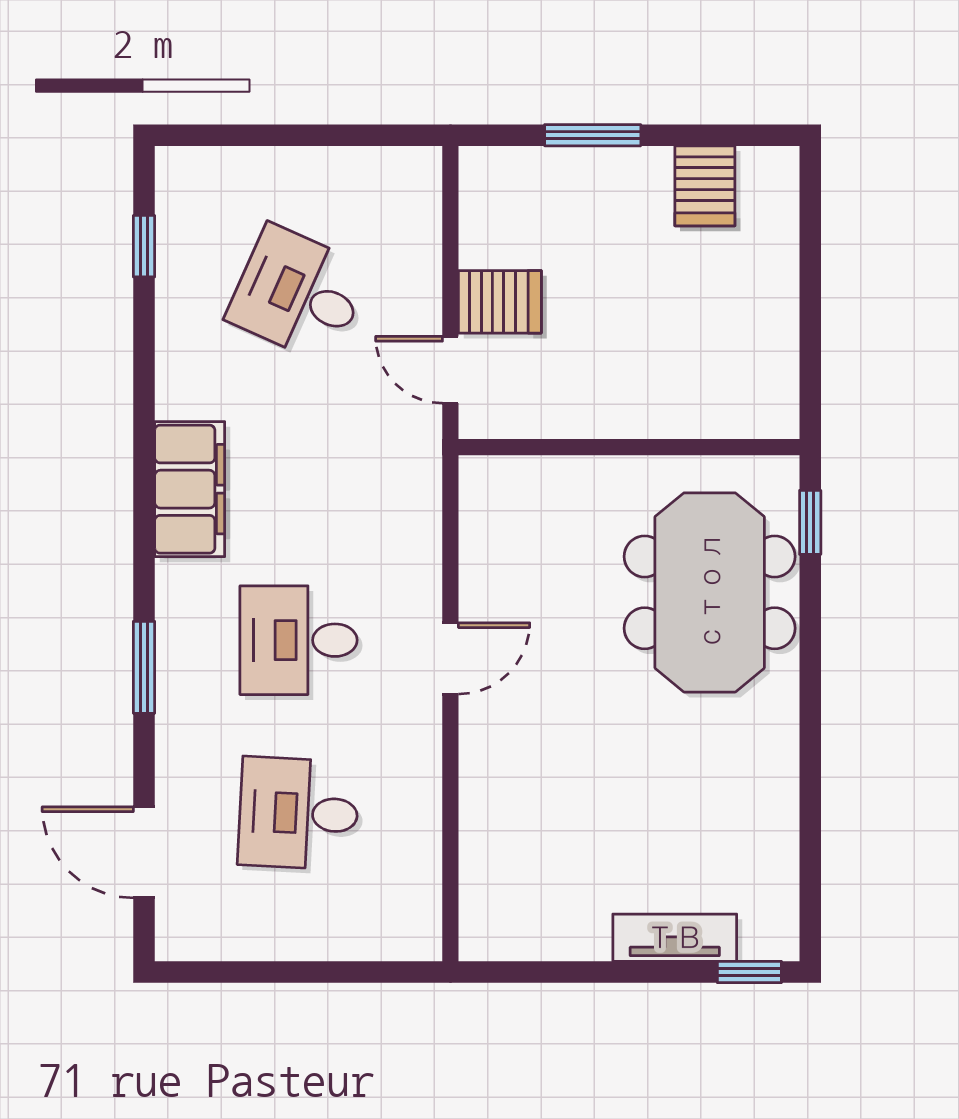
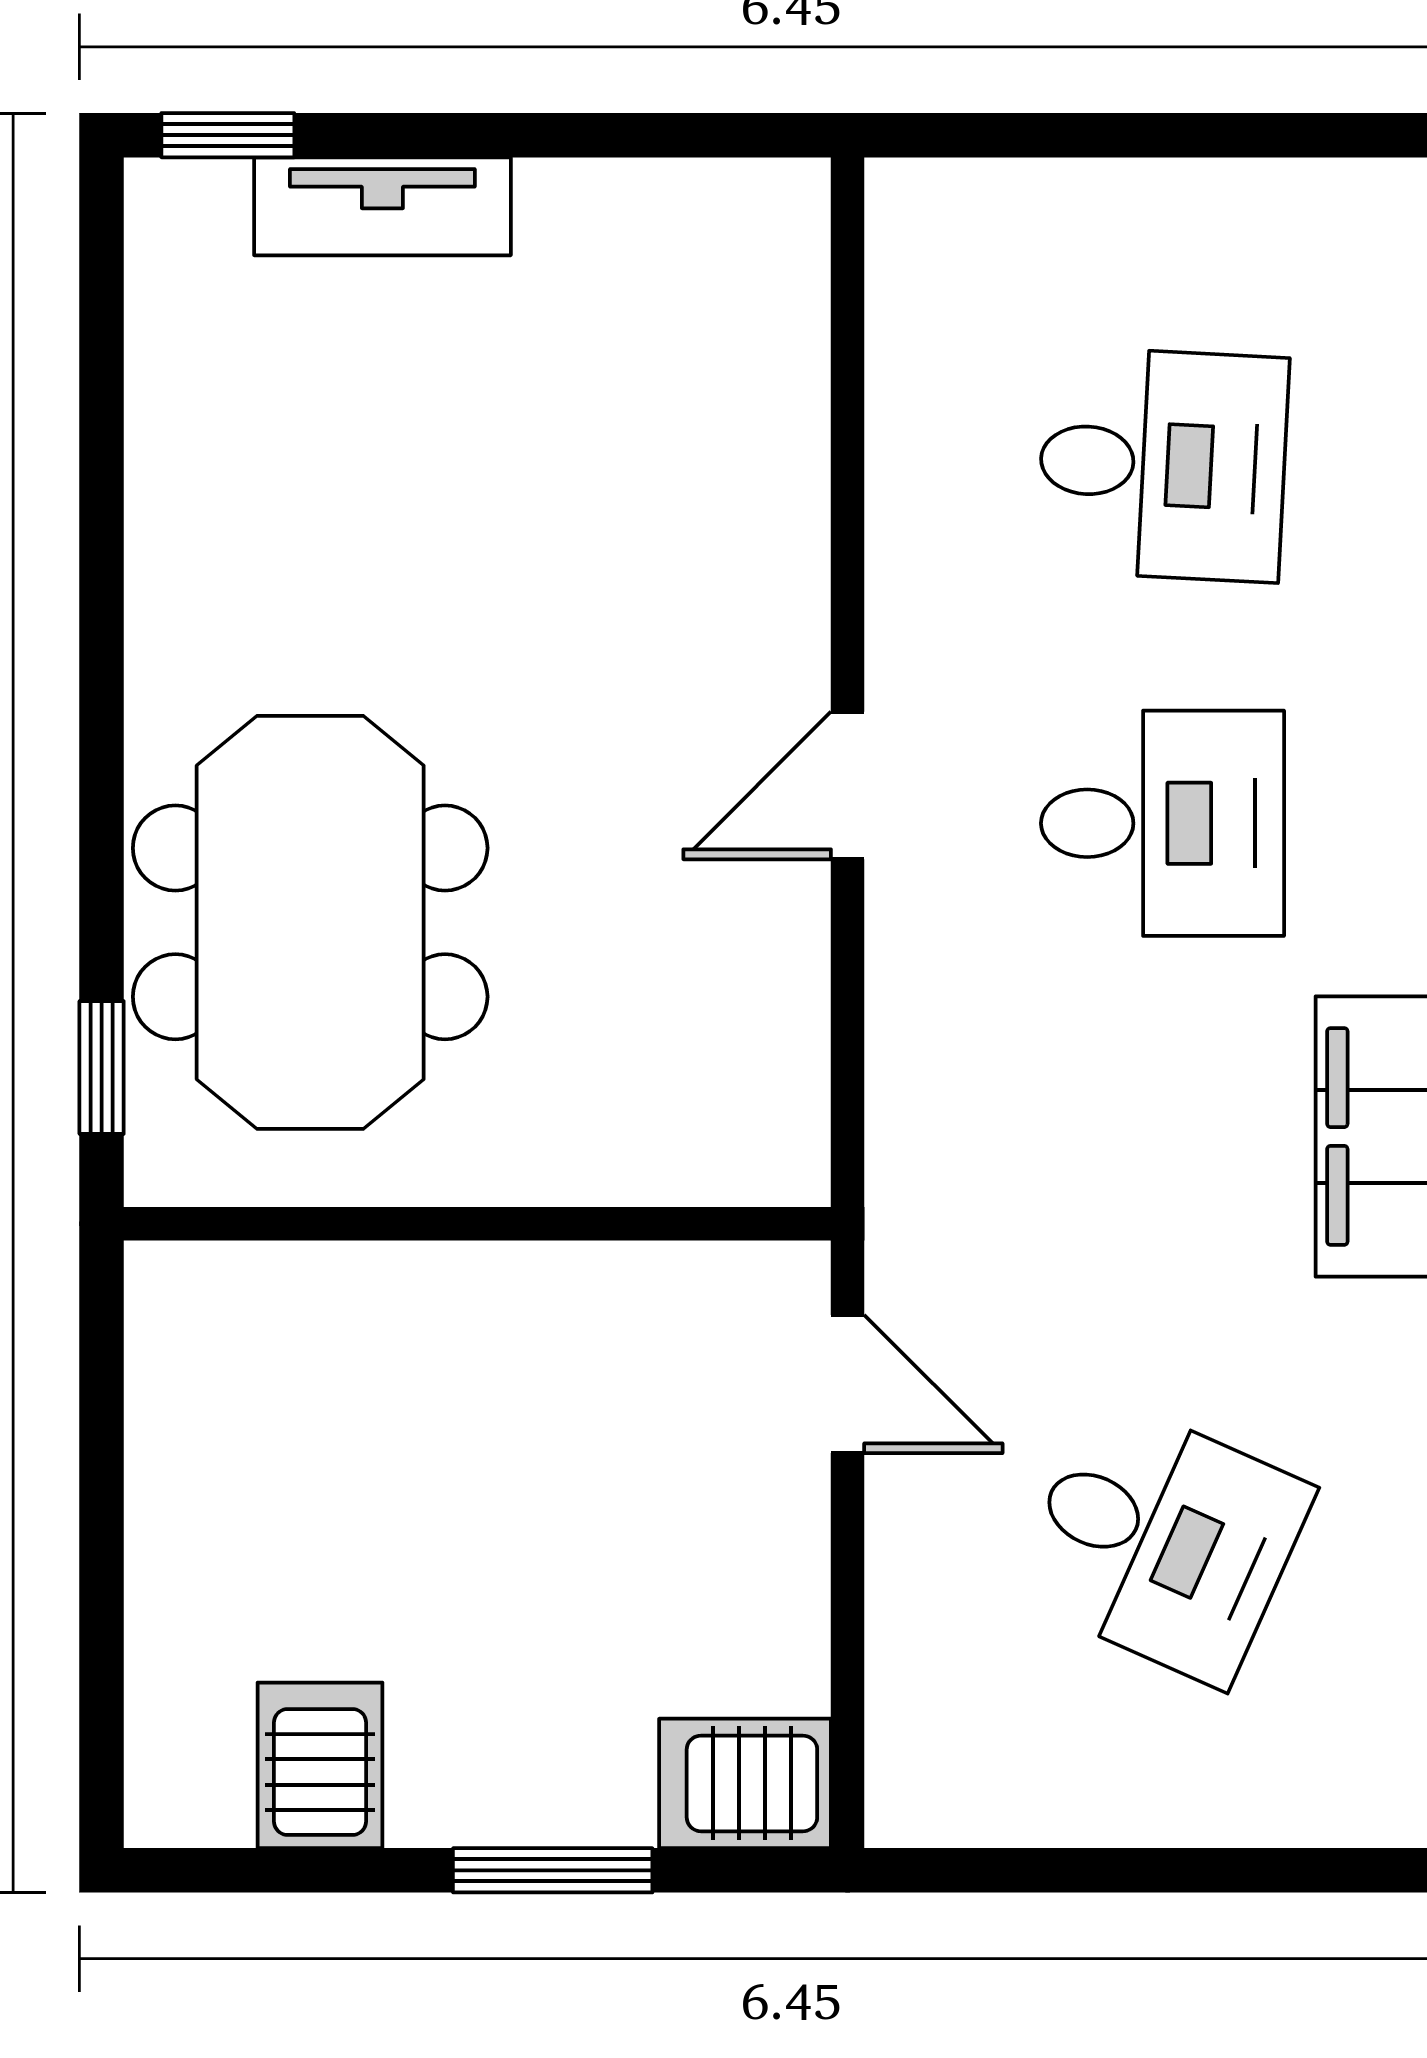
server rack: (500, 302) -> (745, 1783), moved

